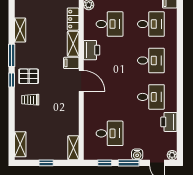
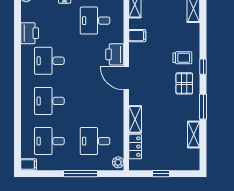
printer: (92, 50) -> (115, 54), moved
filing cabinet: (71, 63) -> (137, 36), moved
pallet: (29, 76) -> (184, 83), turned 90
window: (12, 80) -> (203, 67), moved

